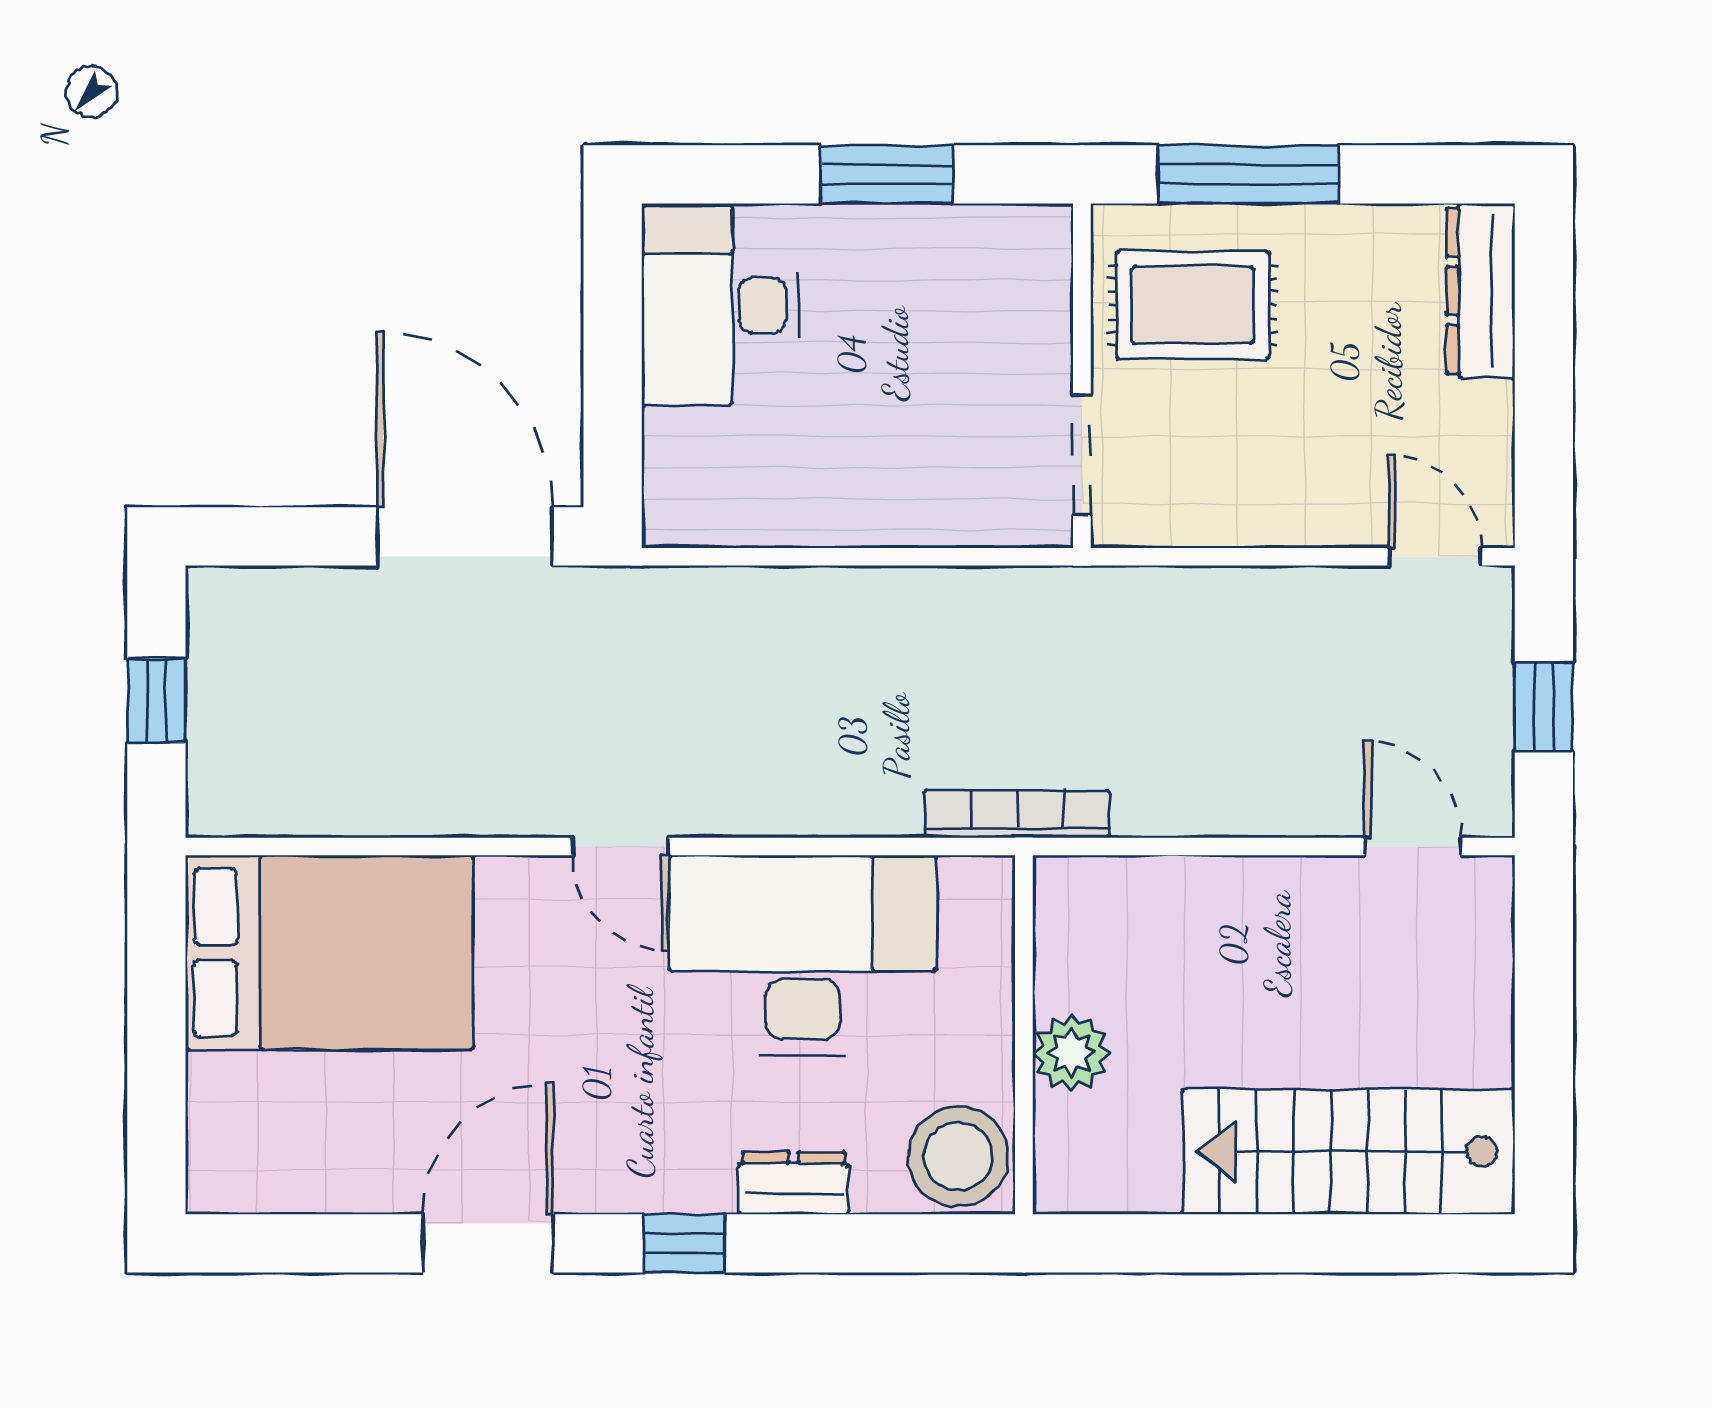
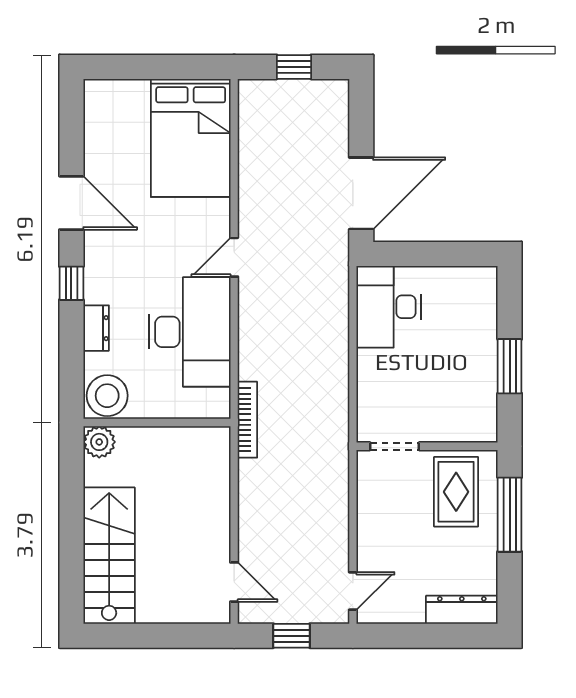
desk: (720, 305) -> (389, 307), moved, turned -90
door: (1413, 846) -> (234, 582), hinge flipped
plant: (1071, 1053) -> (99, 442), moved

